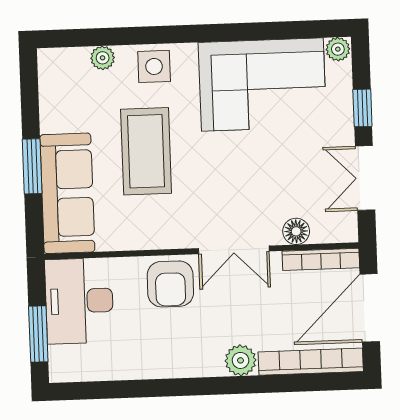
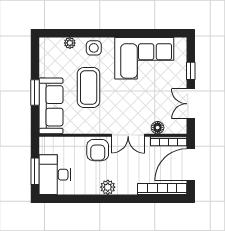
plant: (338, 49) -> (180, 43), removed
desk: (79, 301) -> (55, 175), moved
plant: (241, 360) -> (108, 187), moved

